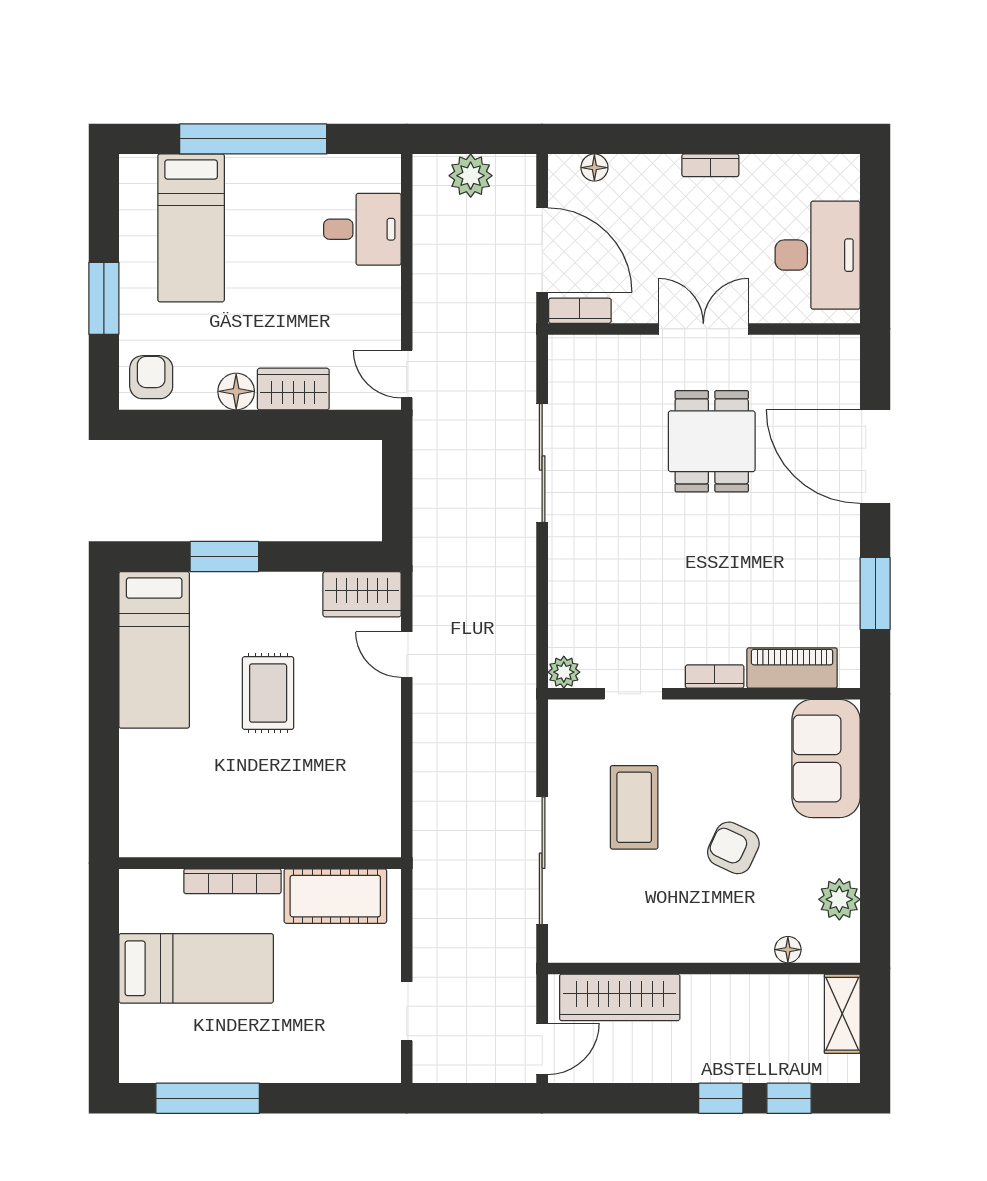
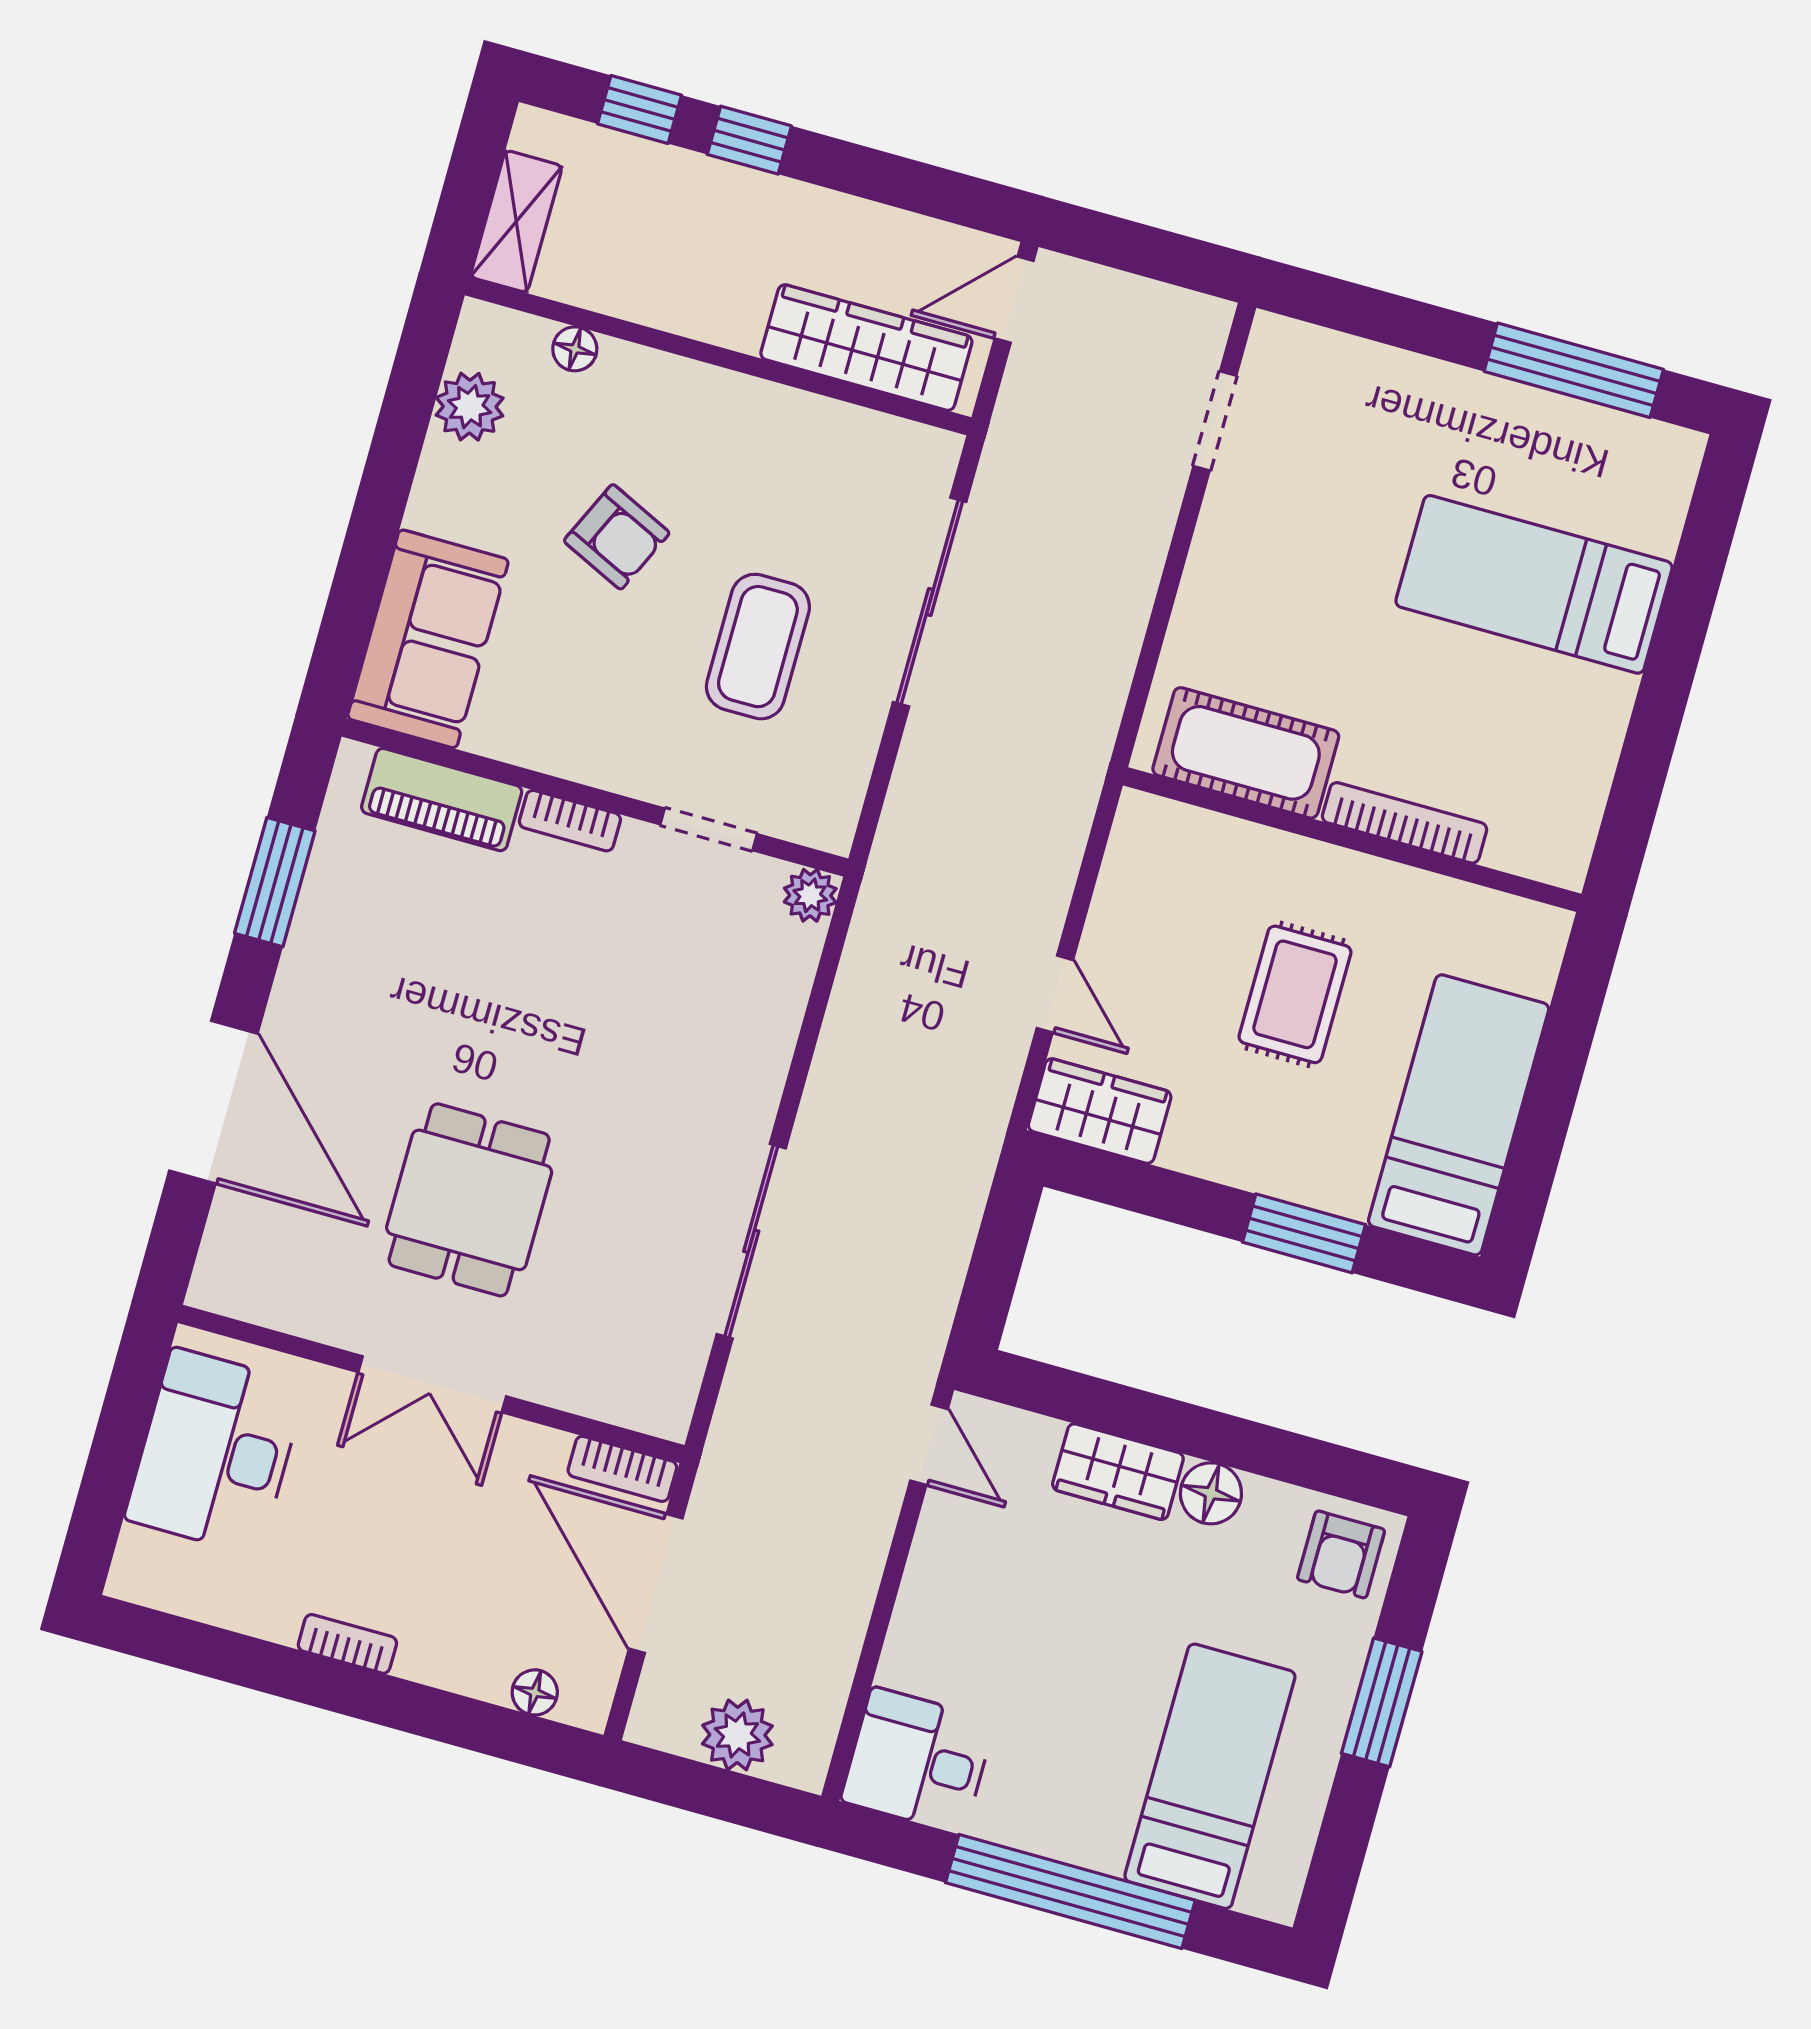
desk: (362, 229) -> (918, 1761), moved
wall: (260, 863) -> (1352, 840), moved
bookcase: (232, 881) -> (1405, 823), moved
cot: (335, 896) -> (1246, 753), moved

